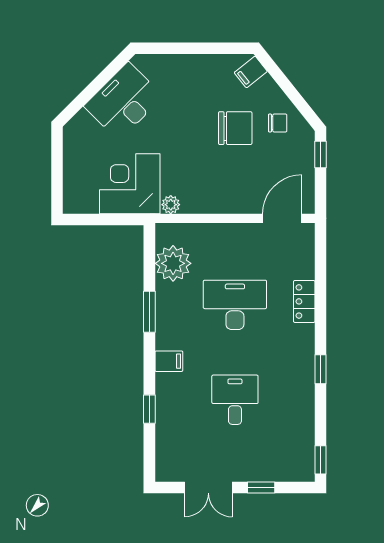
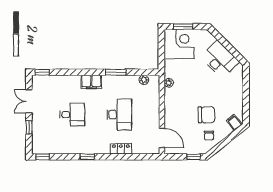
chair: (235, 128) -> (207, 115), turned -91
window: (57, 175) -> (183, 27), added
corner desk: (130, 184) -> (179, 44), moved
plant: (173, 263) -> (144, 80), width x0.53, depth x0.53
filing cabinet: (169, 361) -> (91, 82), width x2.00
window: (149, 409) -> (42, 72), moved

